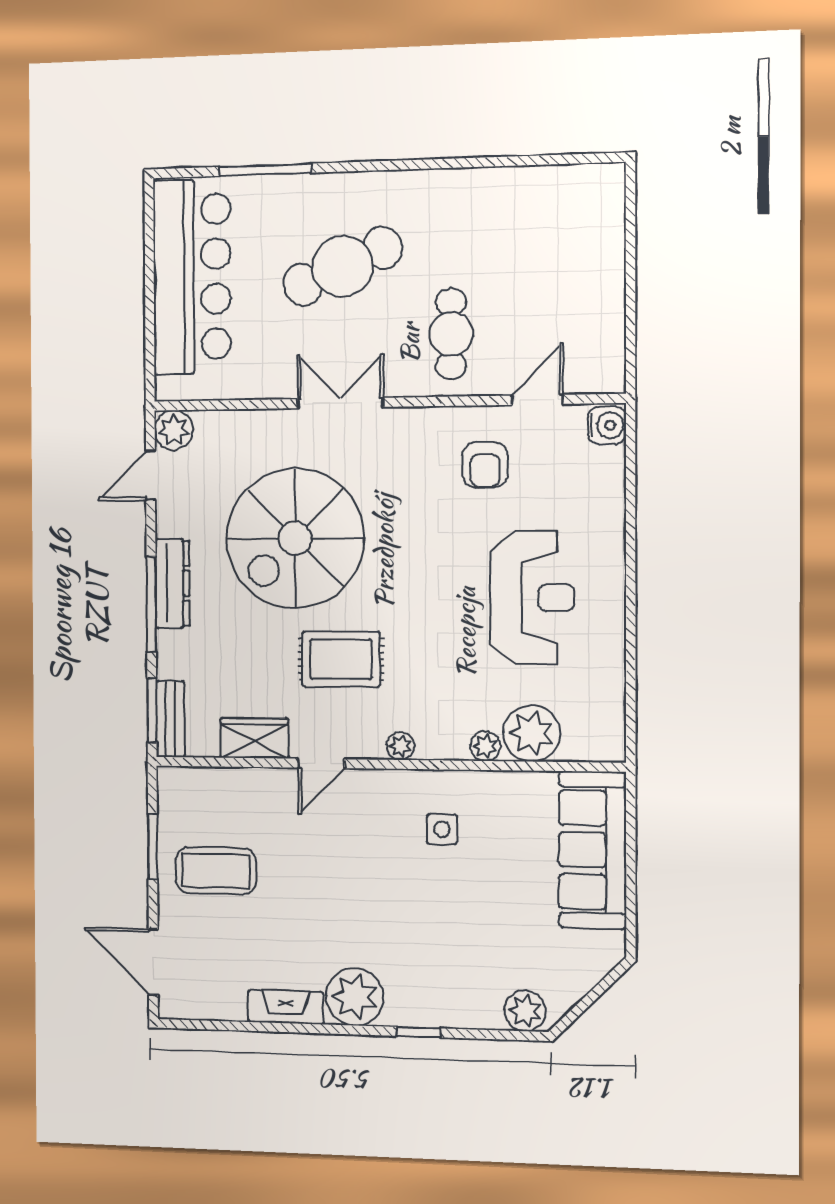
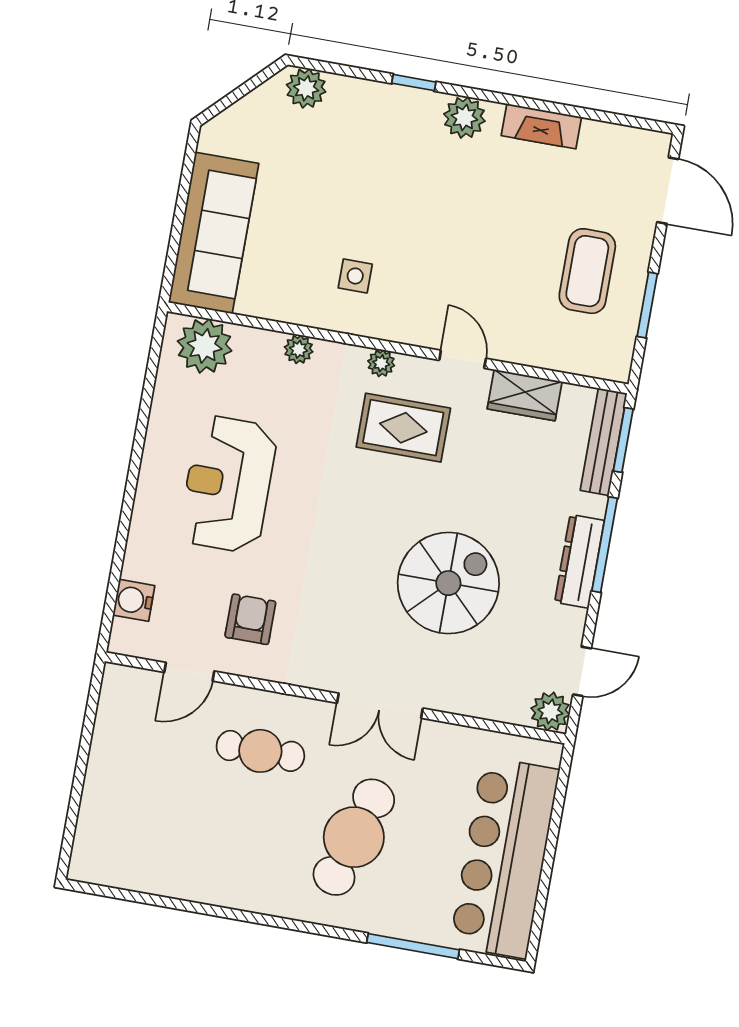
cafe table: (343, 266) -> (354, 837), turned -50
cafe table: (451, 334) -> (260, 751), turned 90
water cooler: (607, 425) -> (134, 600), moved
spiral stairs: (295, 538) -> (448, 583), width x0.73, depth x0.73
rug: (341, 659) -> (403, 428), moved
bench: (170, 719) -> (604, 442), width x1.36
plant: (532, 733) -> (205, 346), moved
door: (321, 763) -> (463, 359), hinge flipped
coffee table: (216, 871) -> (587, 271), turned 90
plant: (355, 997) -> (464, 117), width x0.73, depth x0.73

